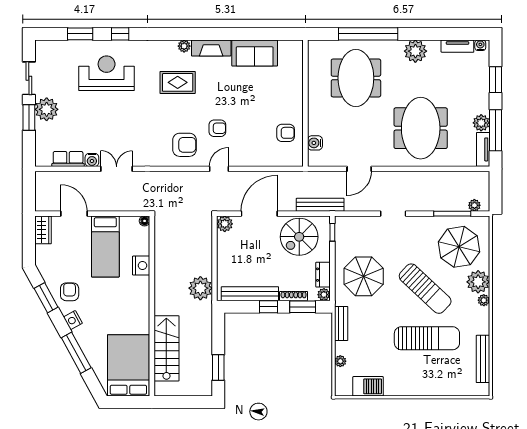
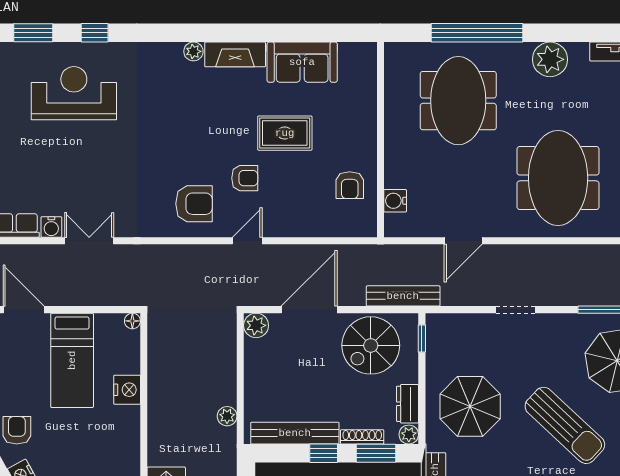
rug: (178, 82) -> (285, 133), moved
armchair: (286, 133) -> (350, 185), turned 90
plant: (200, 288) -> (227, 416), width x0.53, depth x0.53

